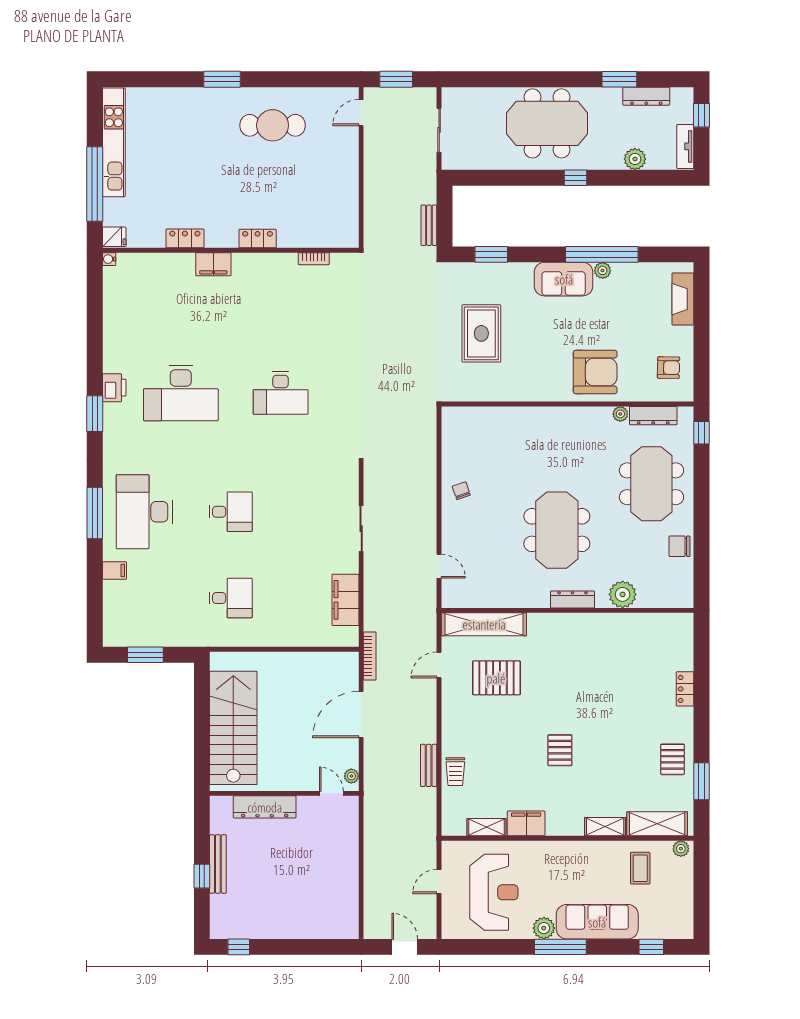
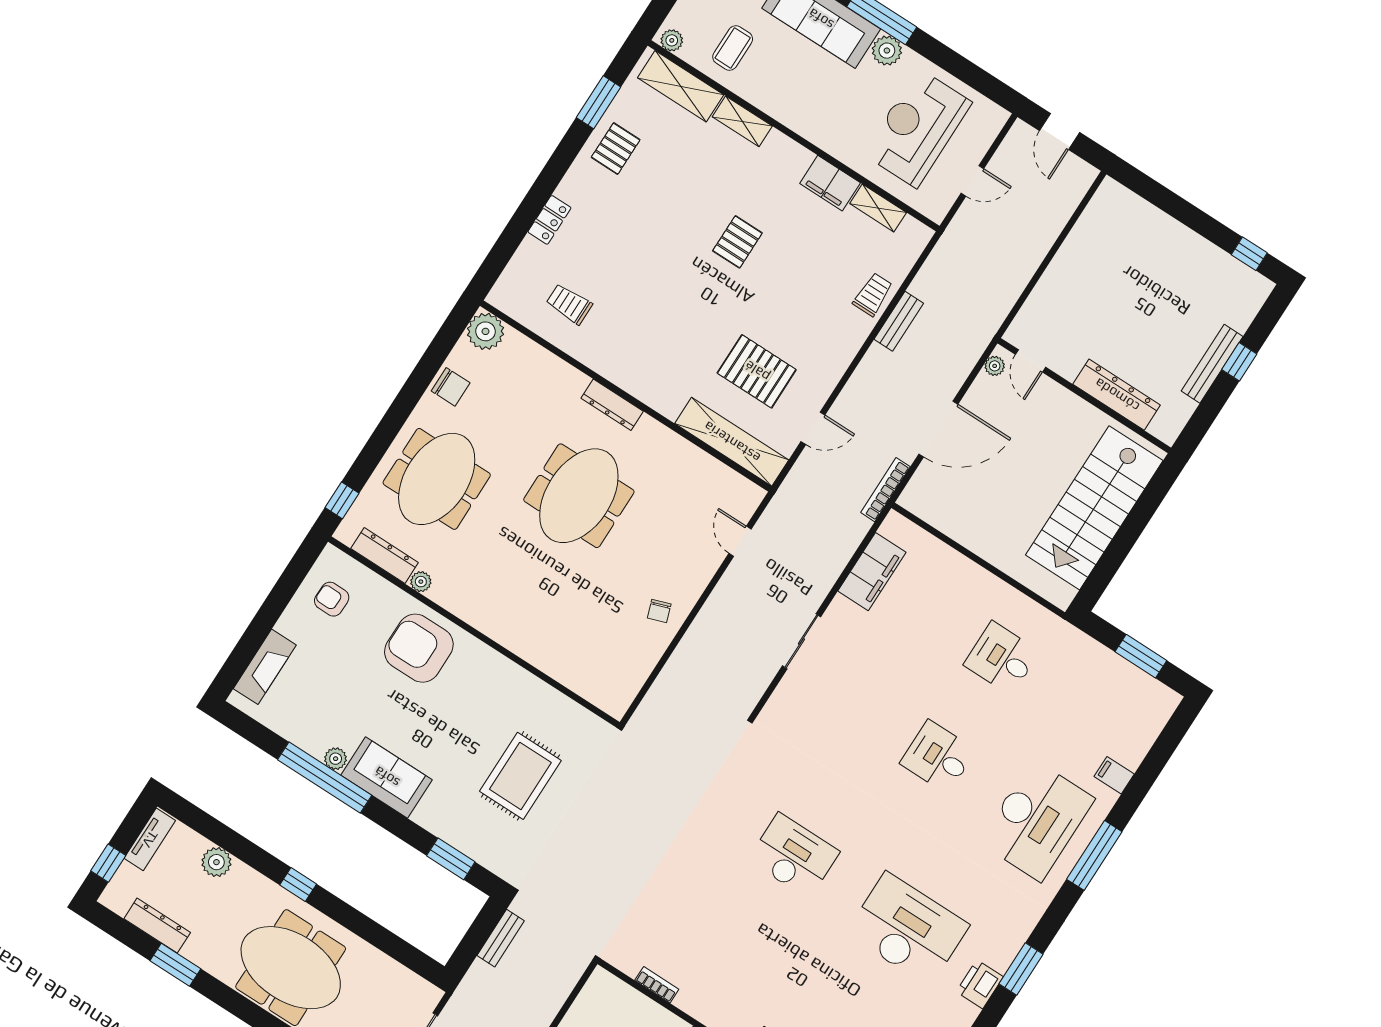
plant: (623, 594) -> (485, 331), moved
trolley: (639, 645) -> (569, 304), added

